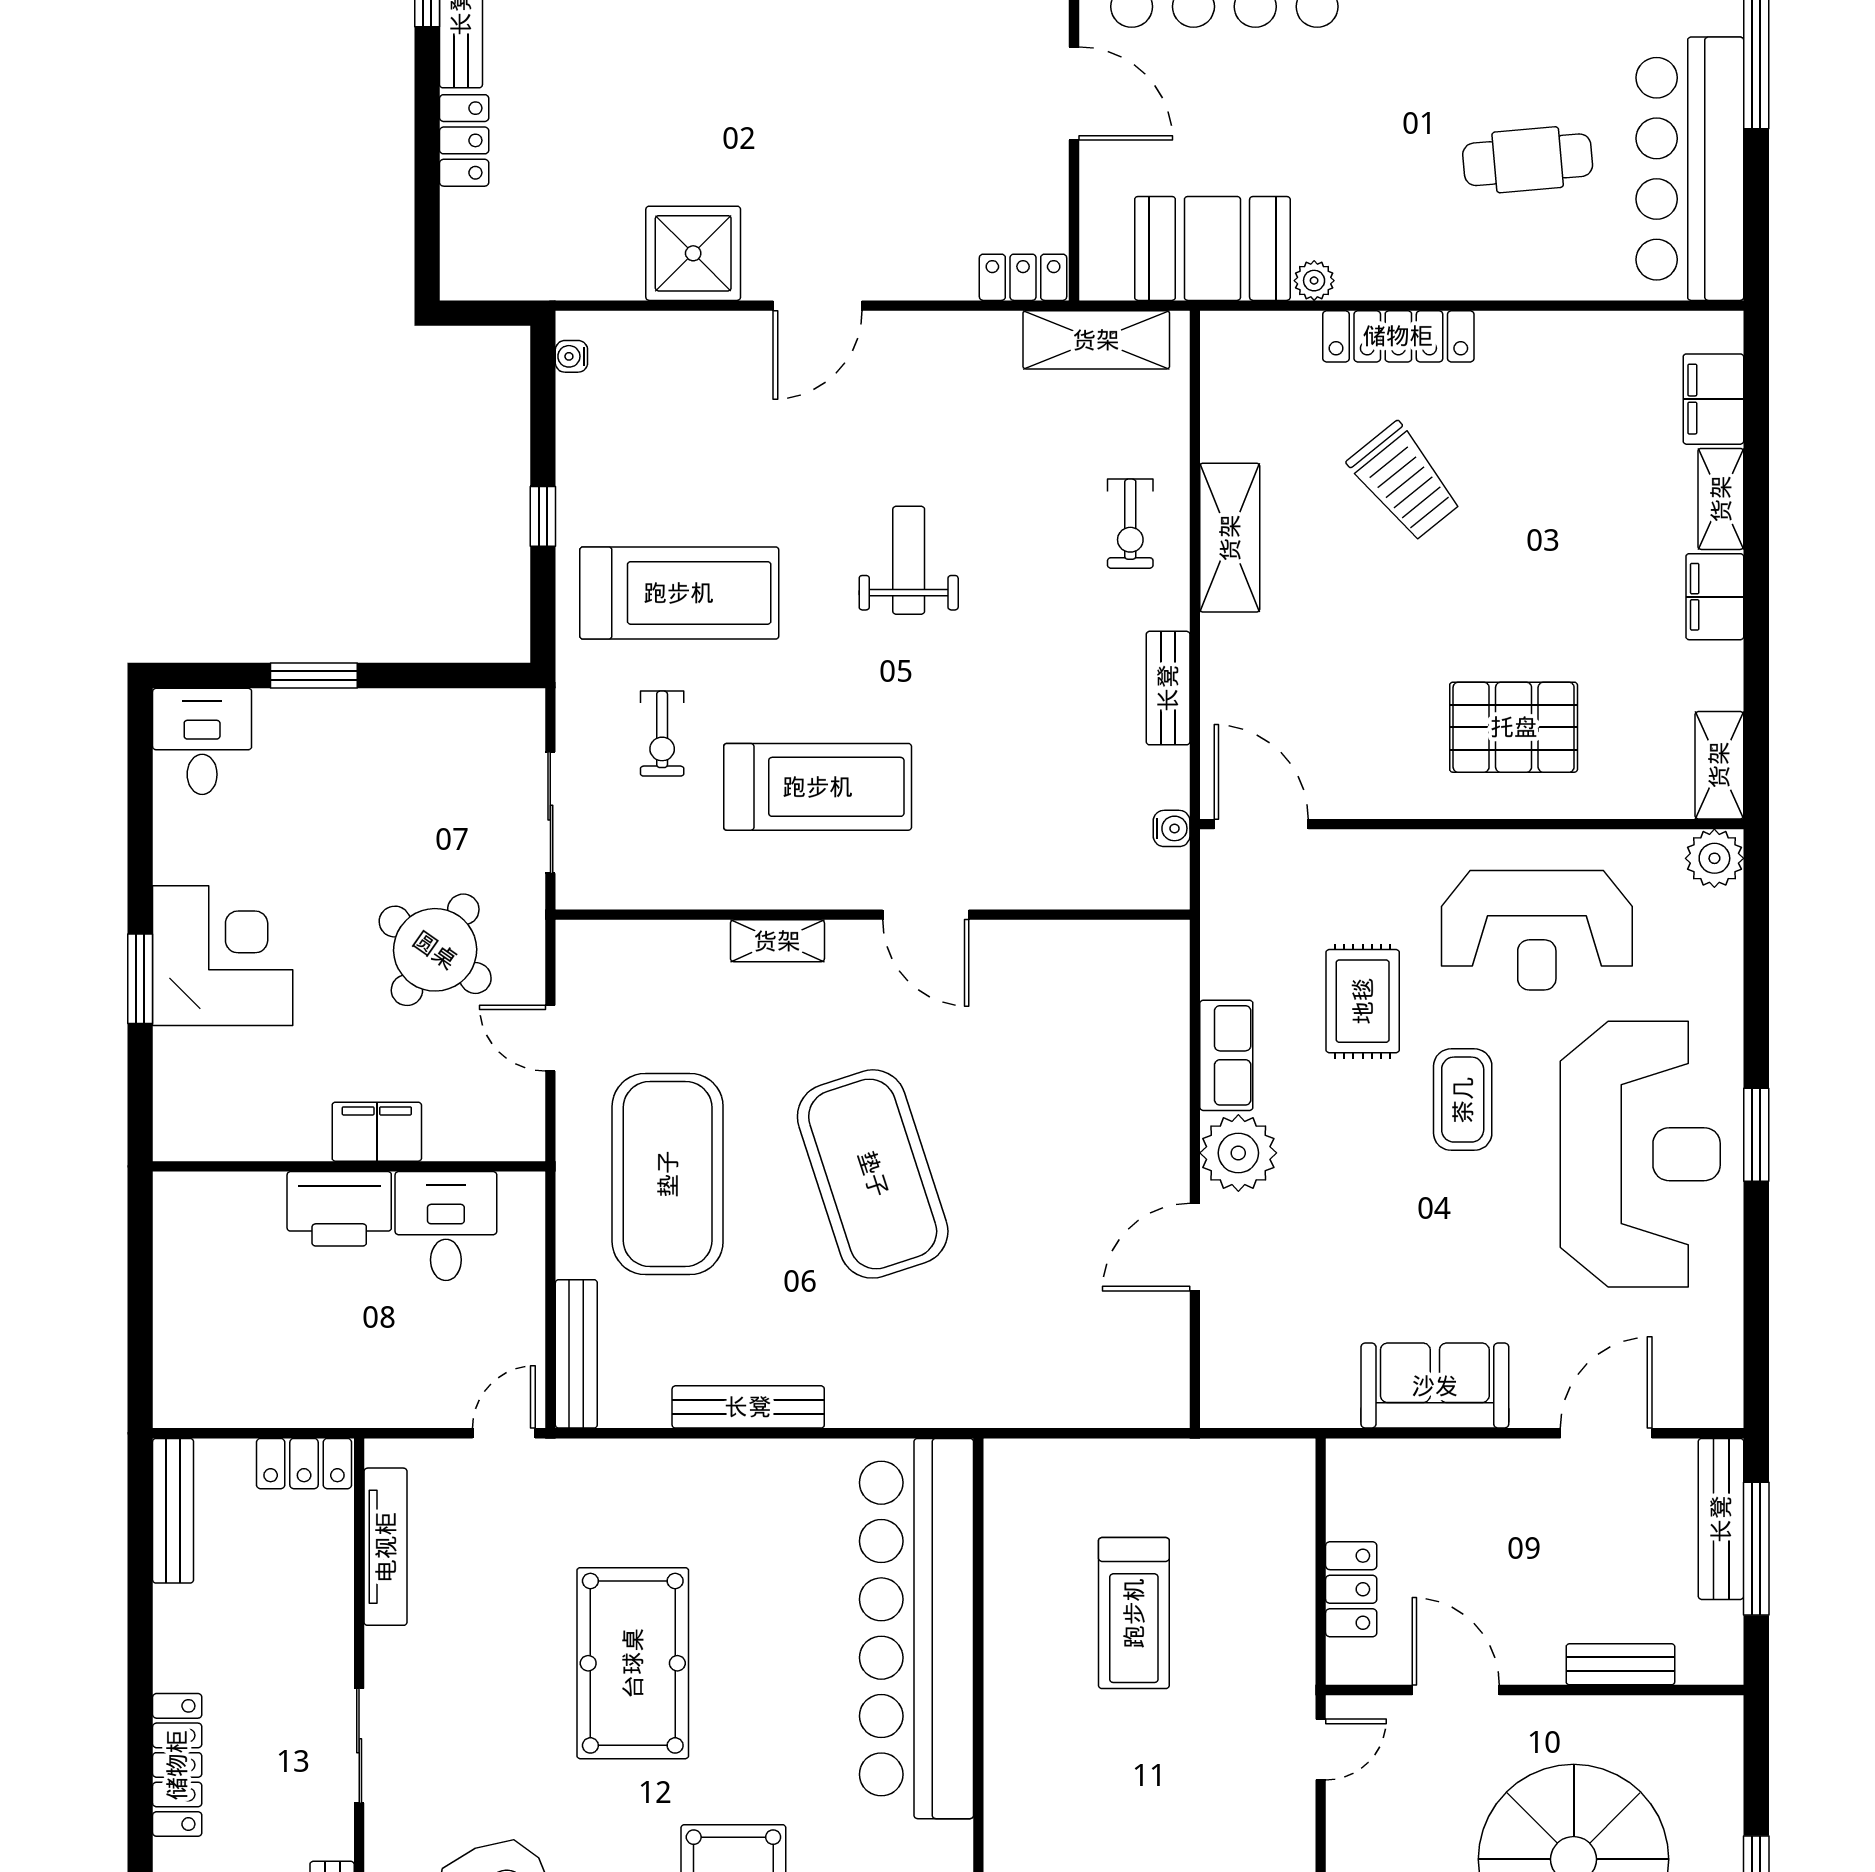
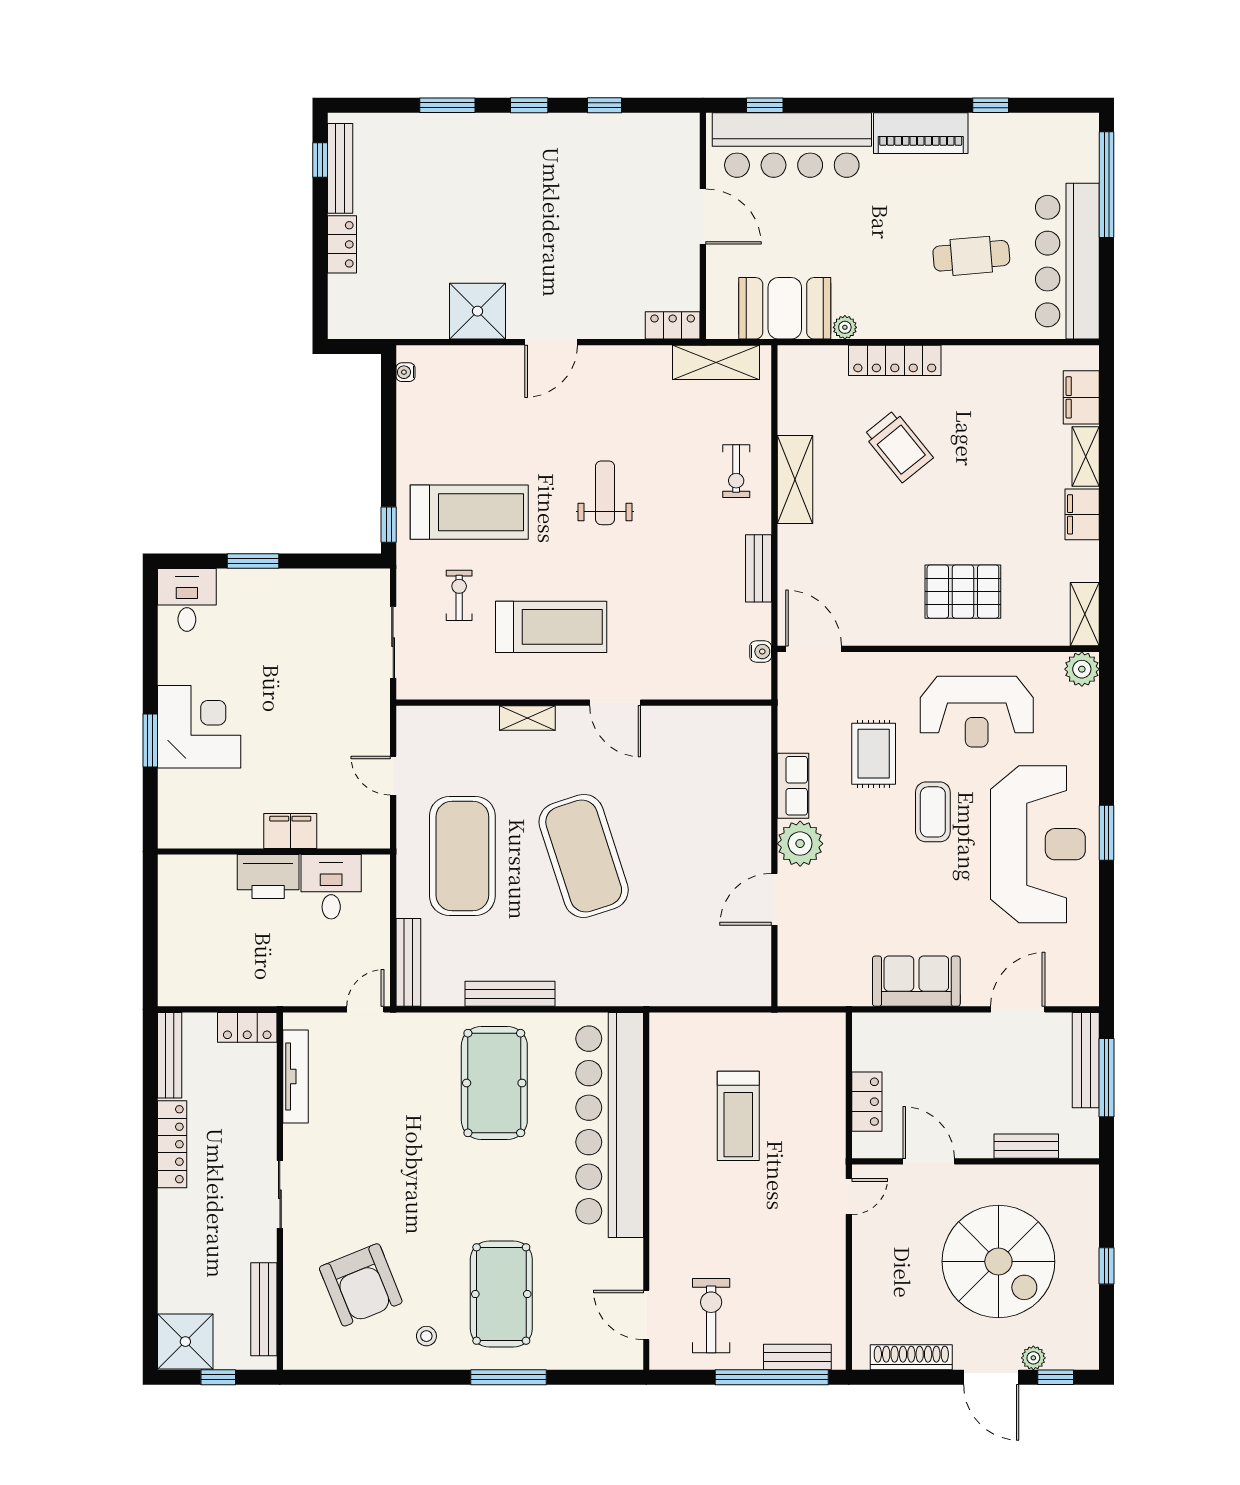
window: (543, 516) -> (389, 525), moved
exercise bike: (662, 734) -> (459, 595), turned 180
round table: (435, 950) -> (325, 723), removed
pool table: (633, 1663) -> (494, 1083), moved
locker: (177, 1765) -> (172, 1144), moved

